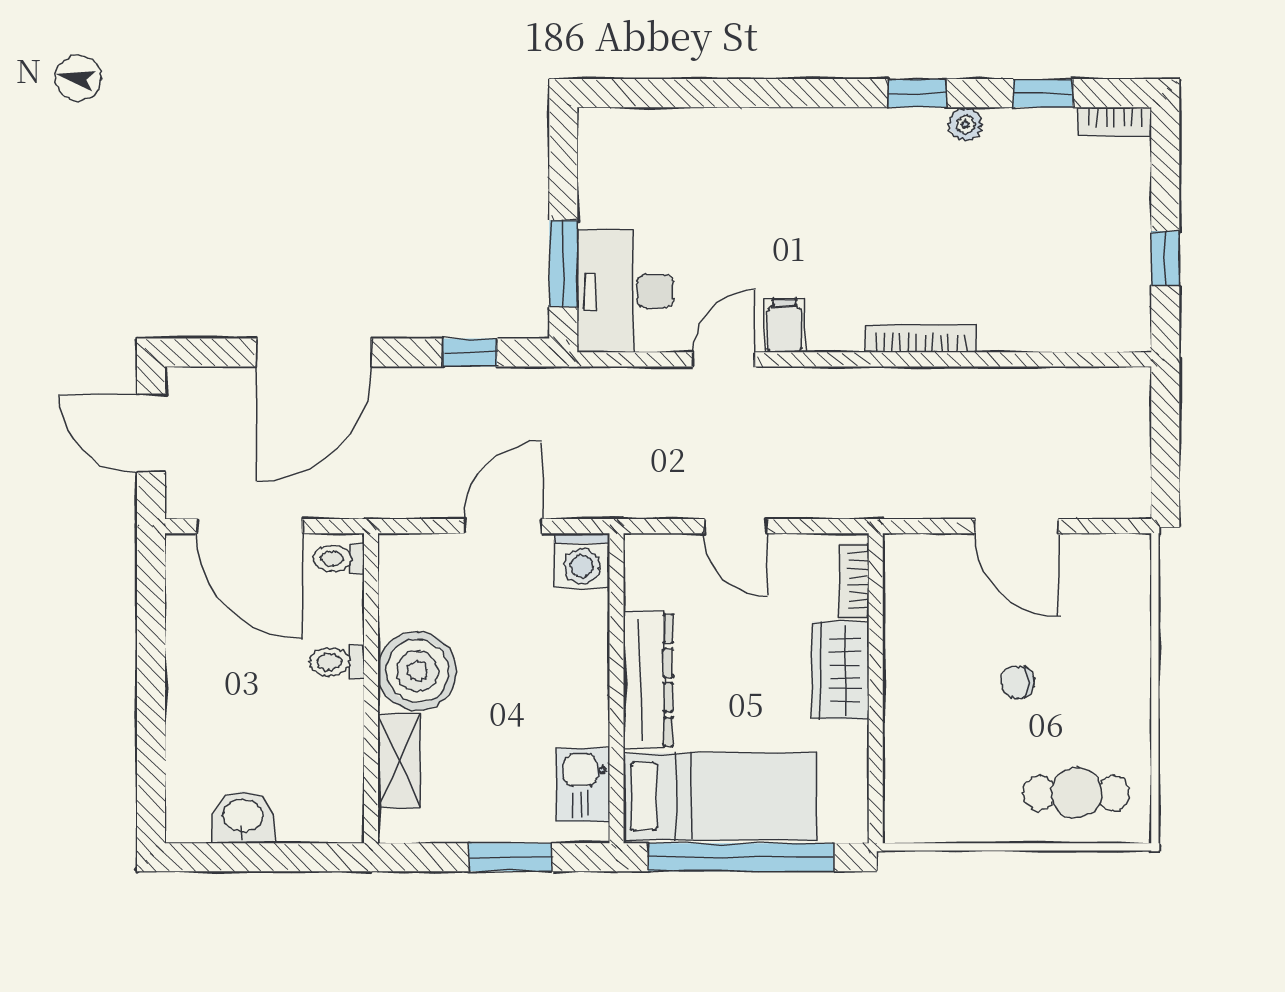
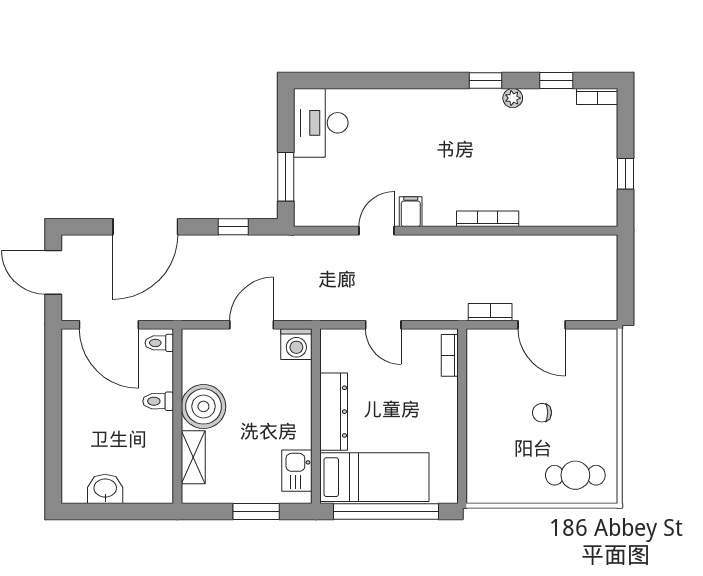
desk: (625, 291) -> (321, 123), moved
bookcase: (925, 504) -> (490, 312), added
wardrobe: (841, 670) -> (442, 406), removed

